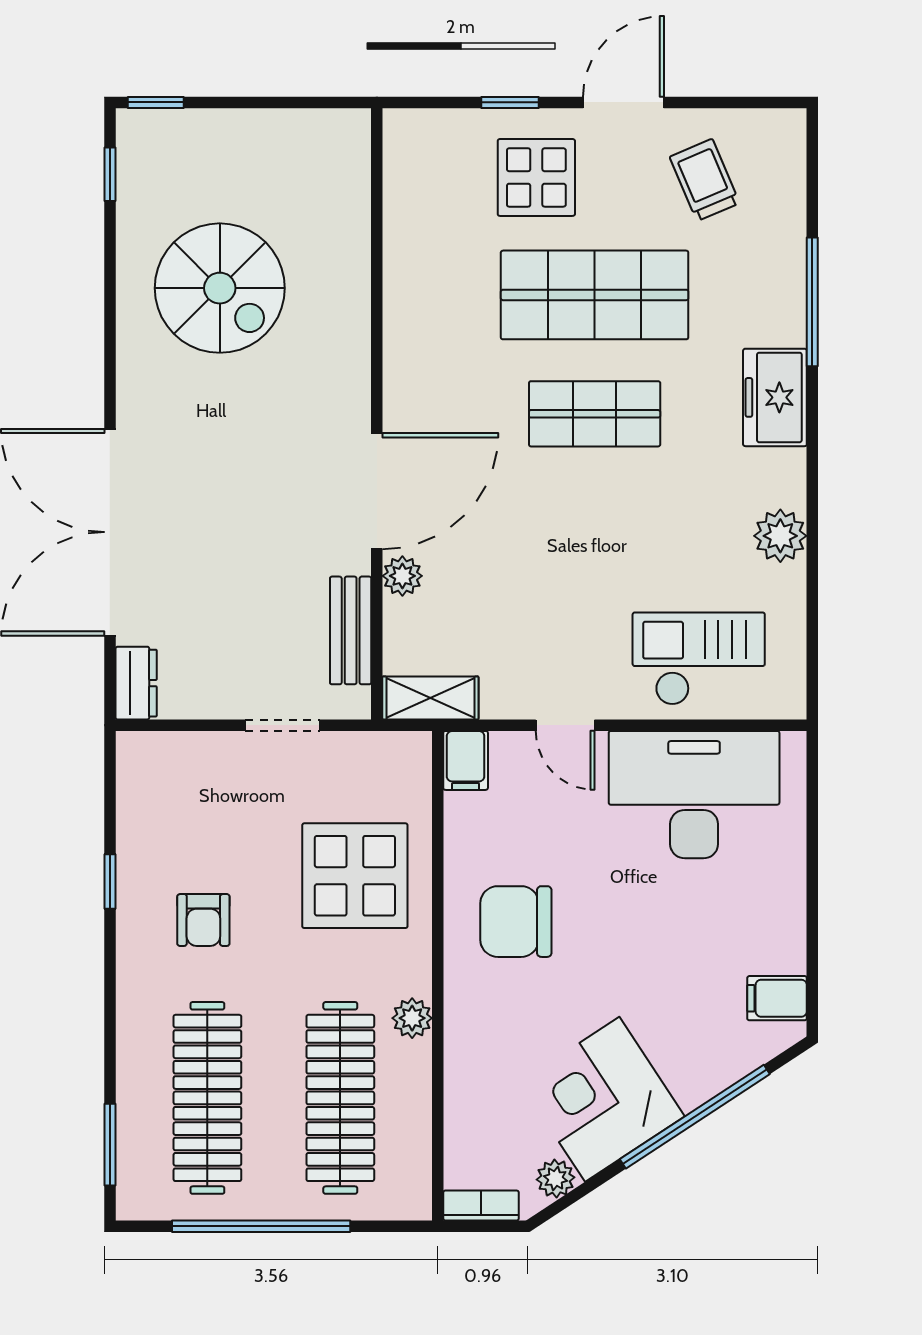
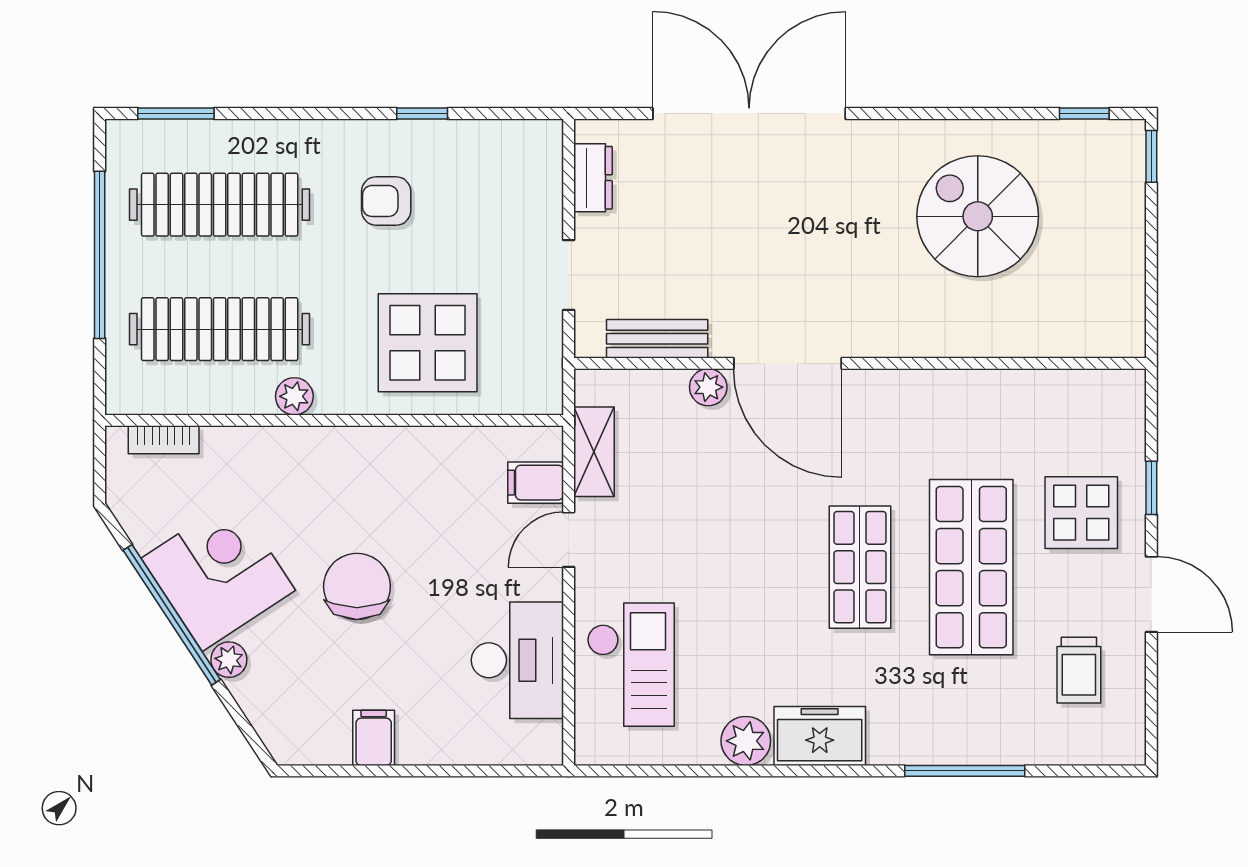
trolley: (705, 180) -> (1079, 670), turned 113
spiral stairs: (220, 288) -> (978, 216), turned 90
freezer: (775, 397) -> (820, 736), moved
dresser: (136, 683) -> (593, 178), moved, turned -90
shelving: (430, 698) -> (594, 452), moved
filing cabinet: (466, 760) -> (536, 483), moved
desk: (694, 795) -> (517, 660), width x0.73, depth x0.77
chair: (516, 922) -> (357, 586), moved
filing cabinet: (777, 998) -> (374, 738), moved
window: (695, 1117) -> (172, 615), moved
plant: (555, 1179) -> (229, 660), moved
bookcase: (481, 1205) -> (164, 440), moved, turned 90

